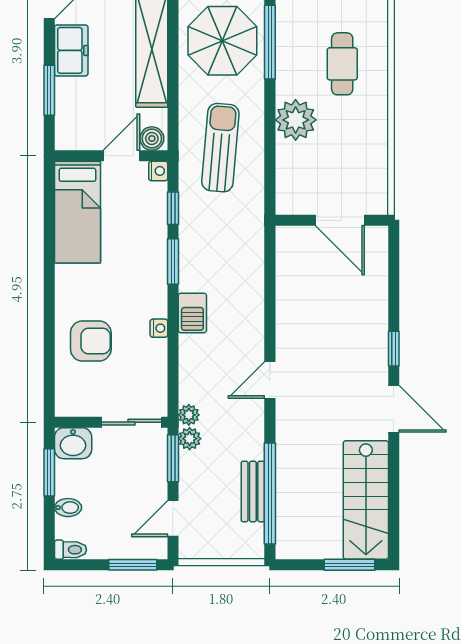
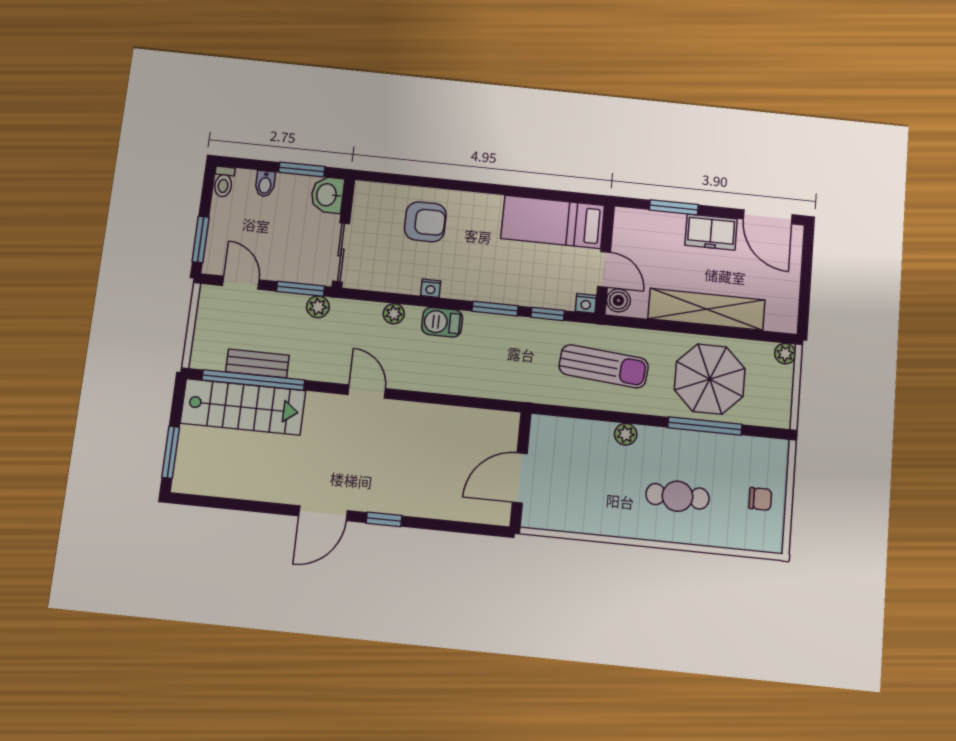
plant: (296, 120) -> (626, 434), width x0.53, depth x0.53
armchair: (91, 341) -> (425, 222), turned -90
plant: (189, 415) -> (394, 314), moved
stairs: (366, 500) -> (243, 407), moved, turned 180

